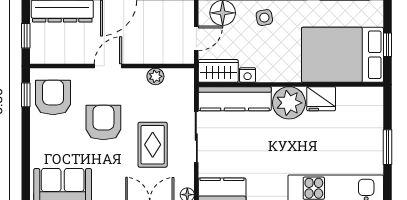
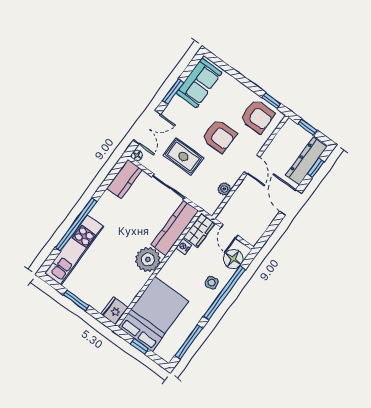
fridge: (321, 99) -> (114, 311), moved

